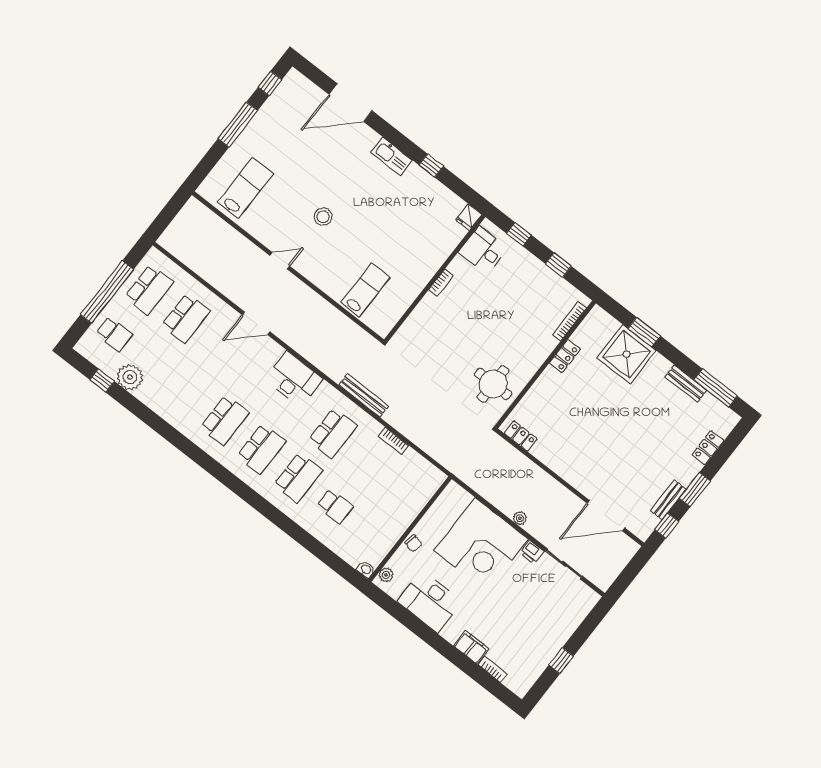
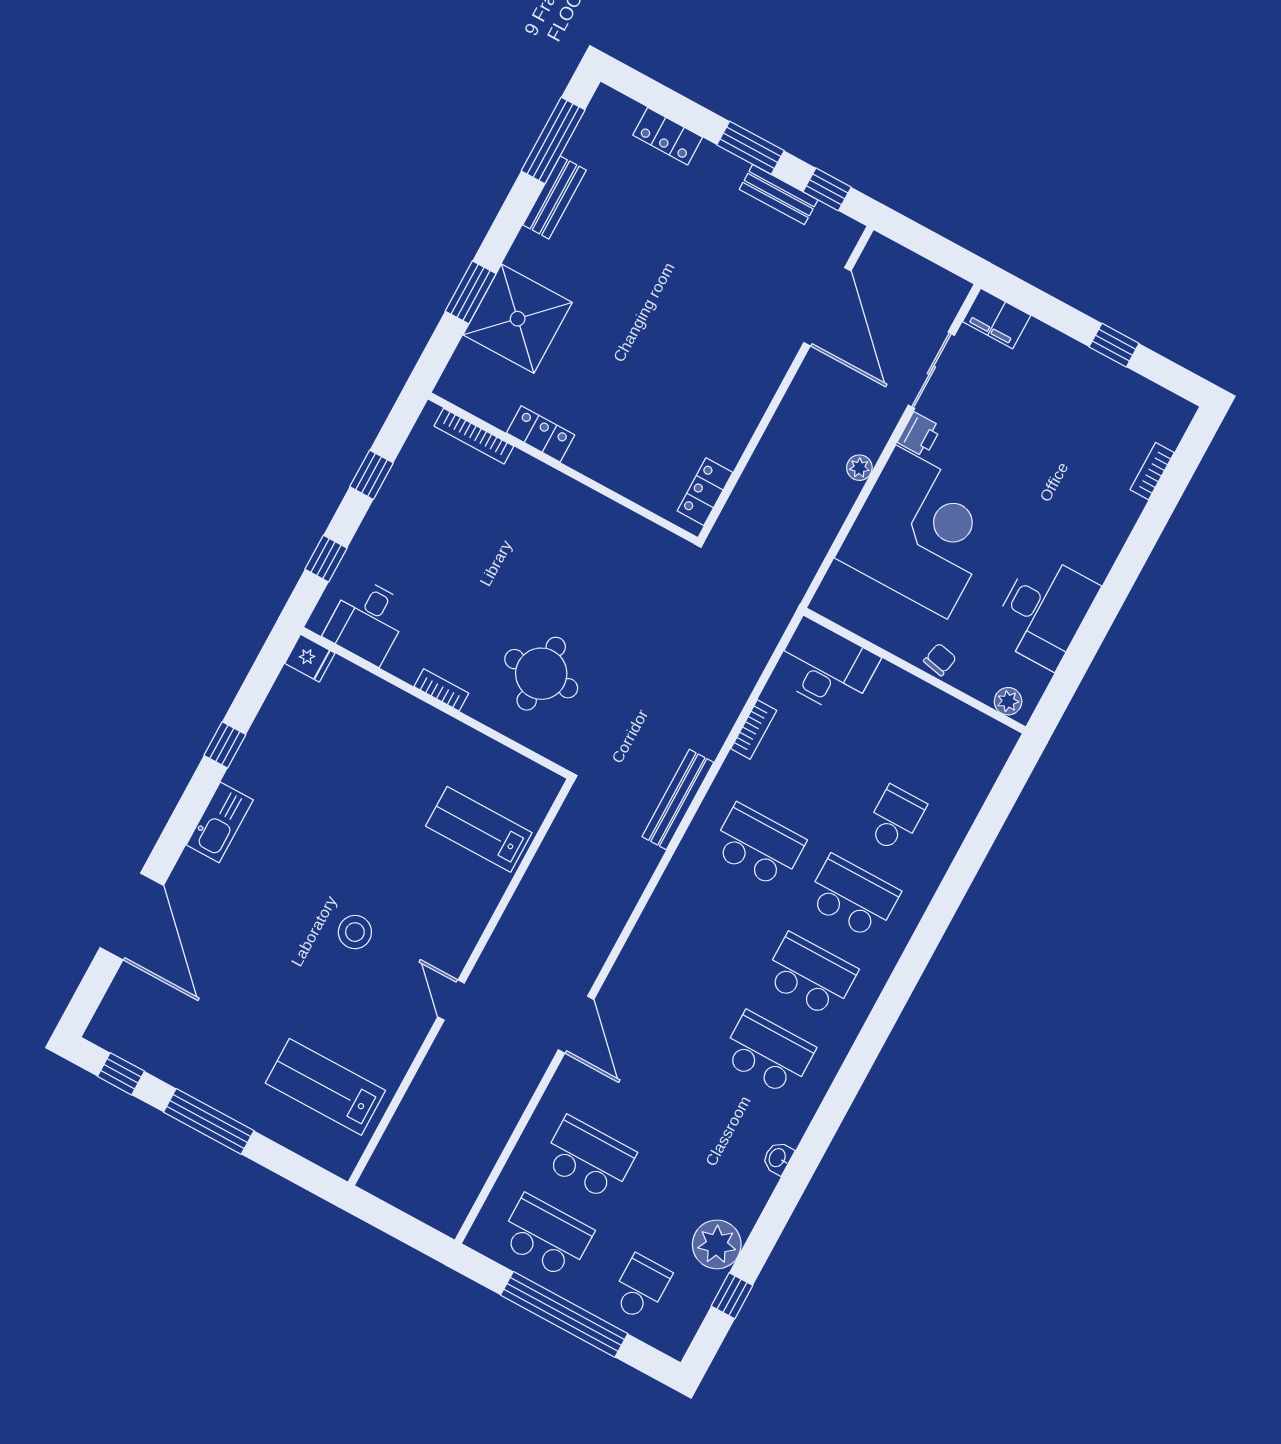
desk: (294, 379) -> (826, 667), moved, turned 90
round table: (493, 384) -> (541, 674), moved
washbasin: (366, 569) -> (778, 1158), moved
filing cabinet: (471, 647) -> (997, 318), moved, turned -90

